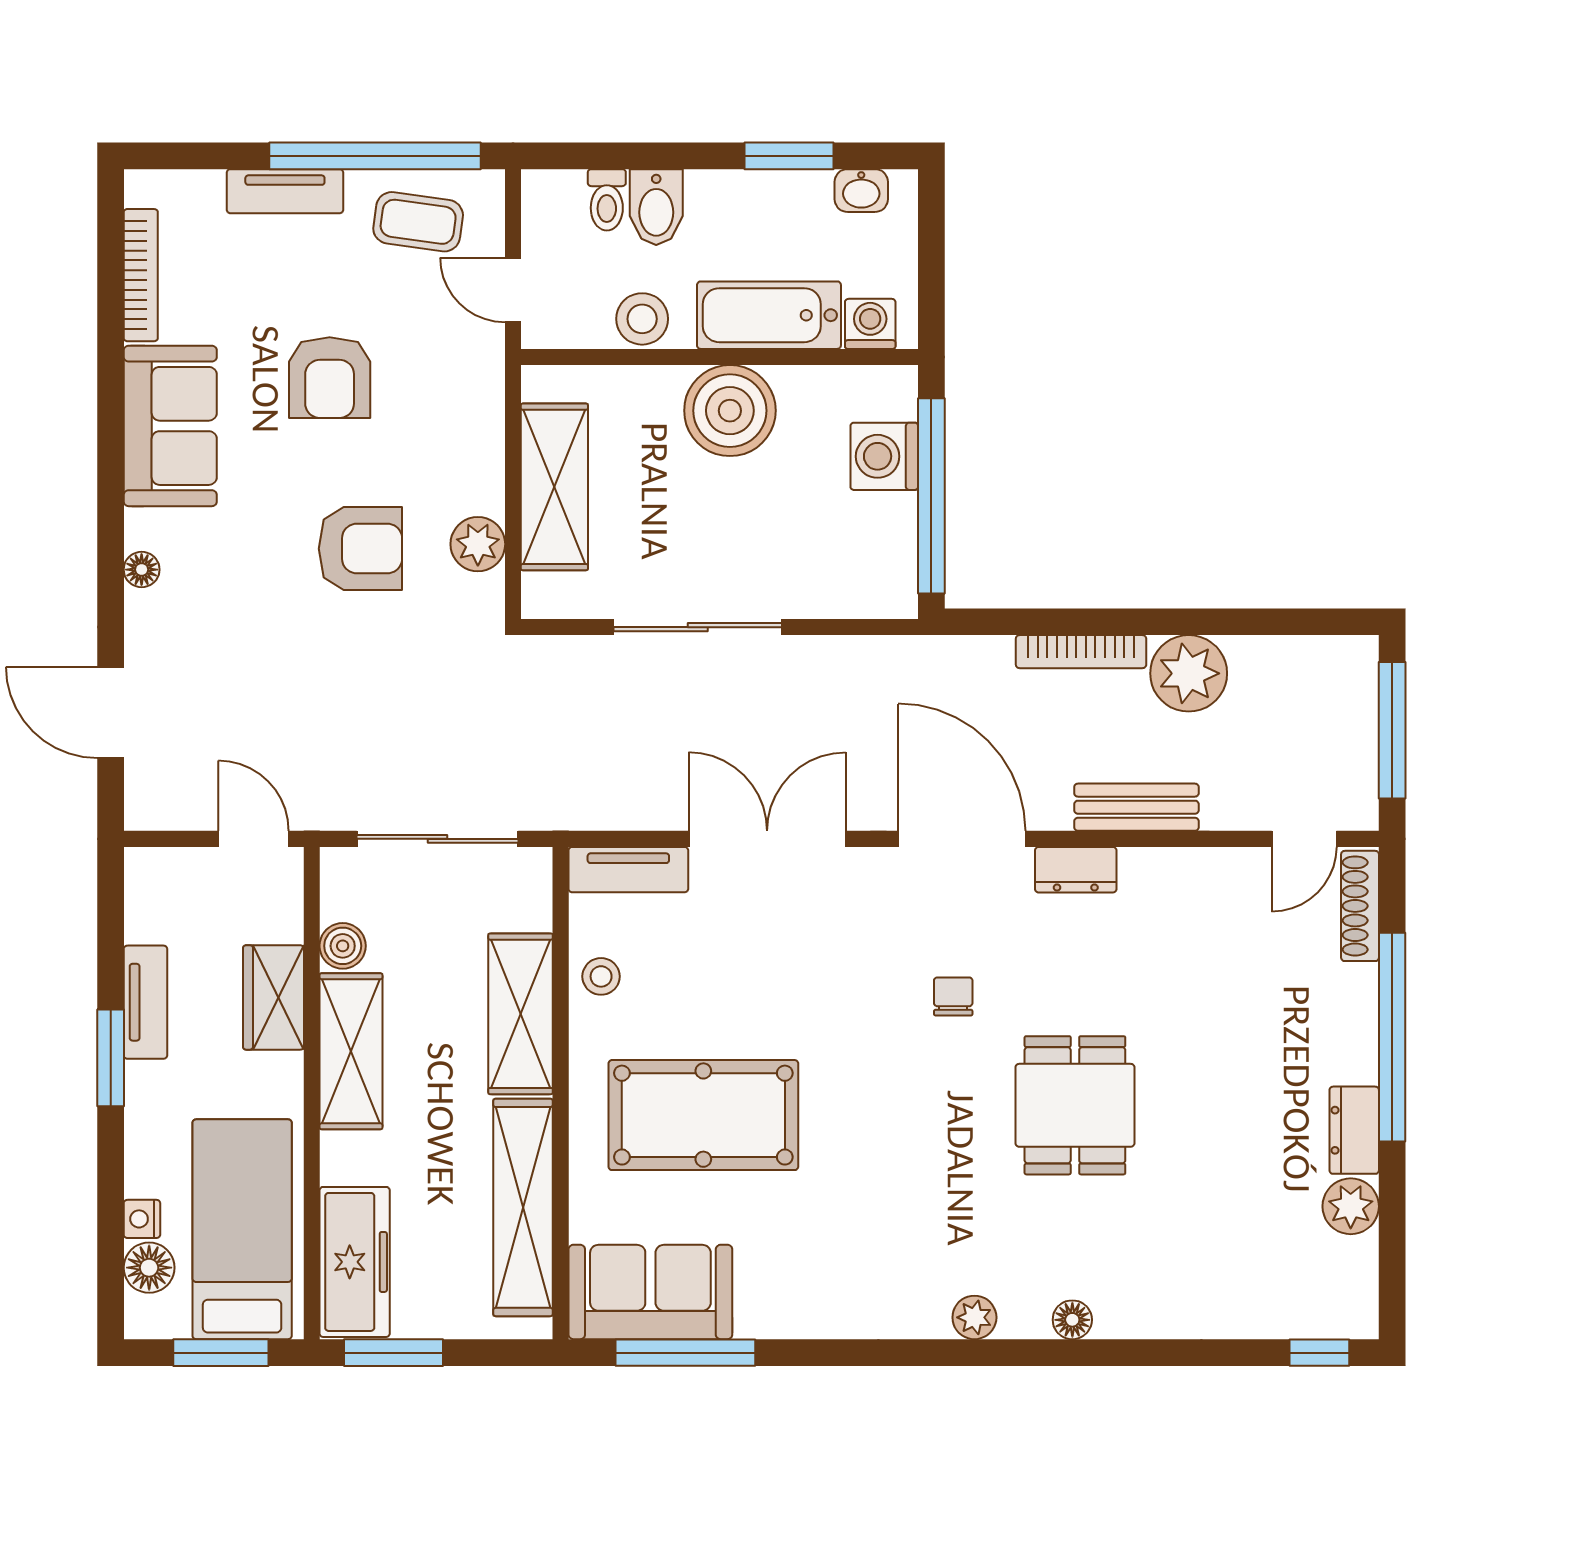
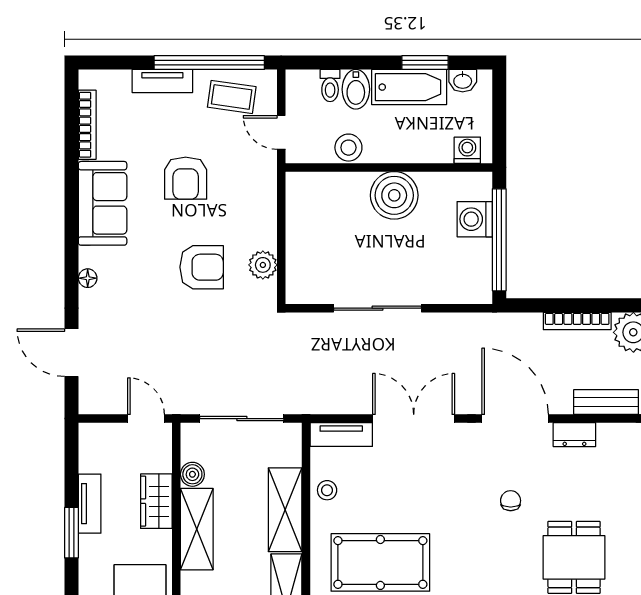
bathtub: (769, 315) -> (409, 87), moved, turned 180
shelving: (554, 487) -> (303, 235), removed

